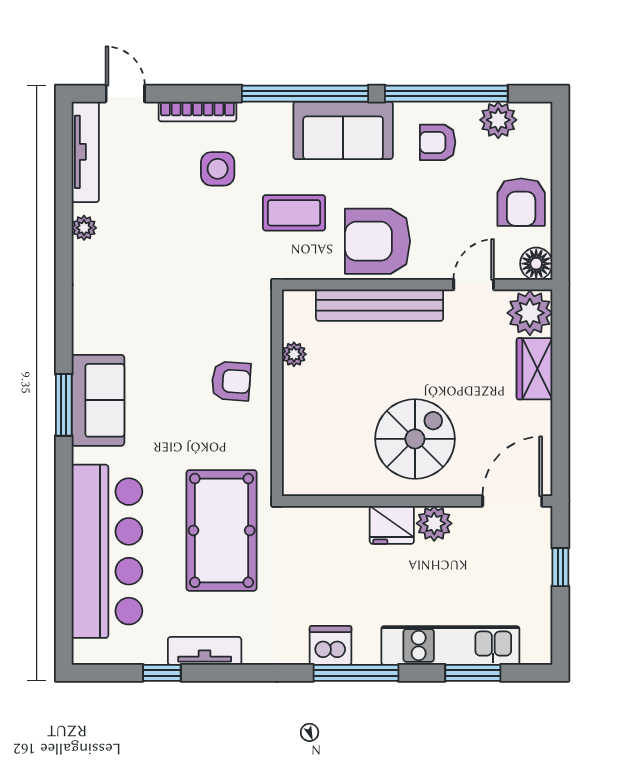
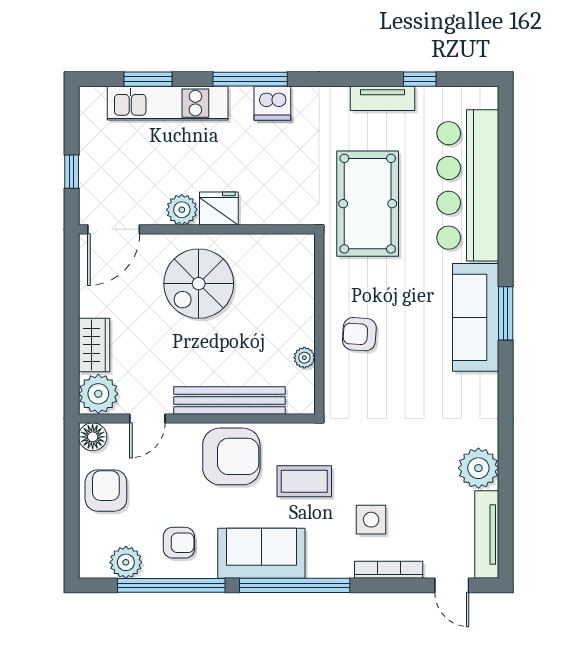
plant: (84, 228) -> (478, 468), width x1.88, depth x1.88
sofa: (98, 400) -> (476, 317), width x1.36

